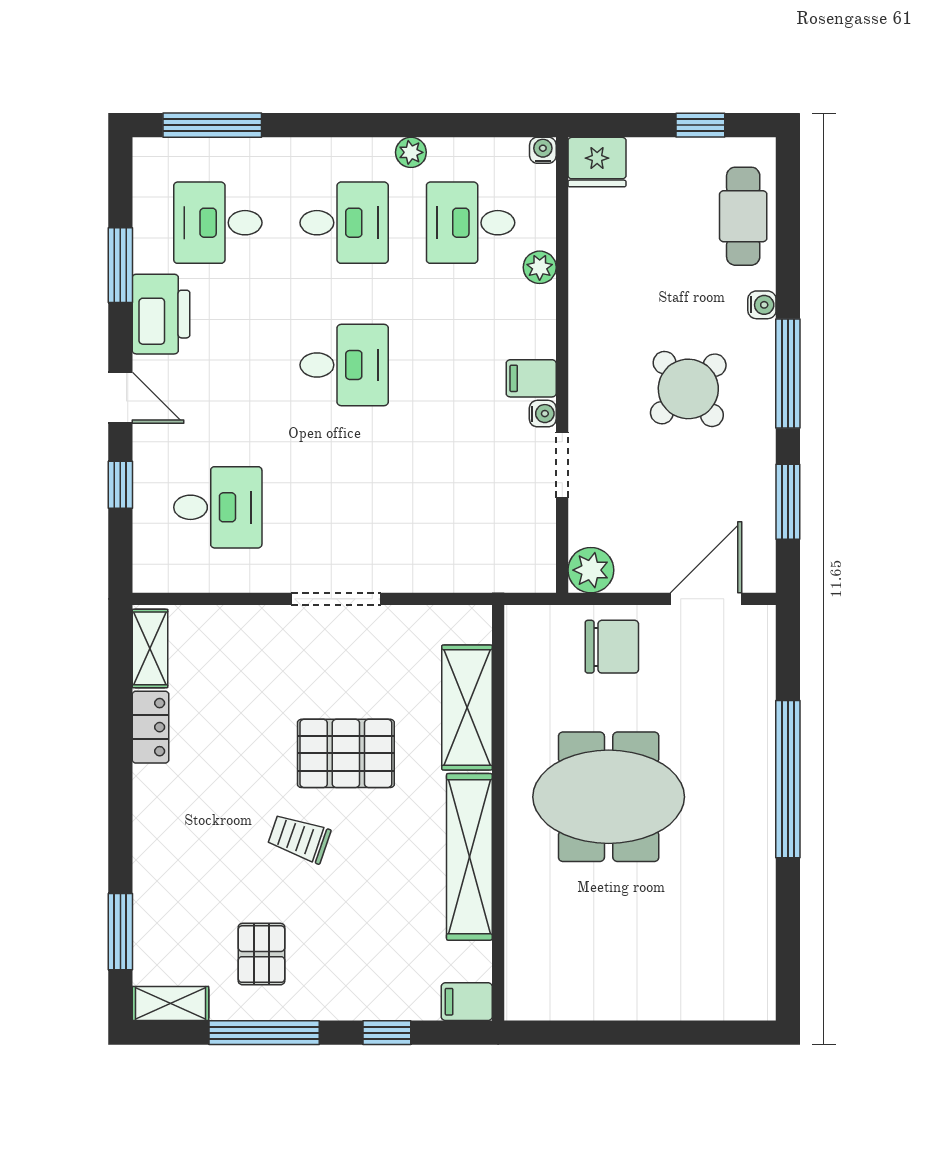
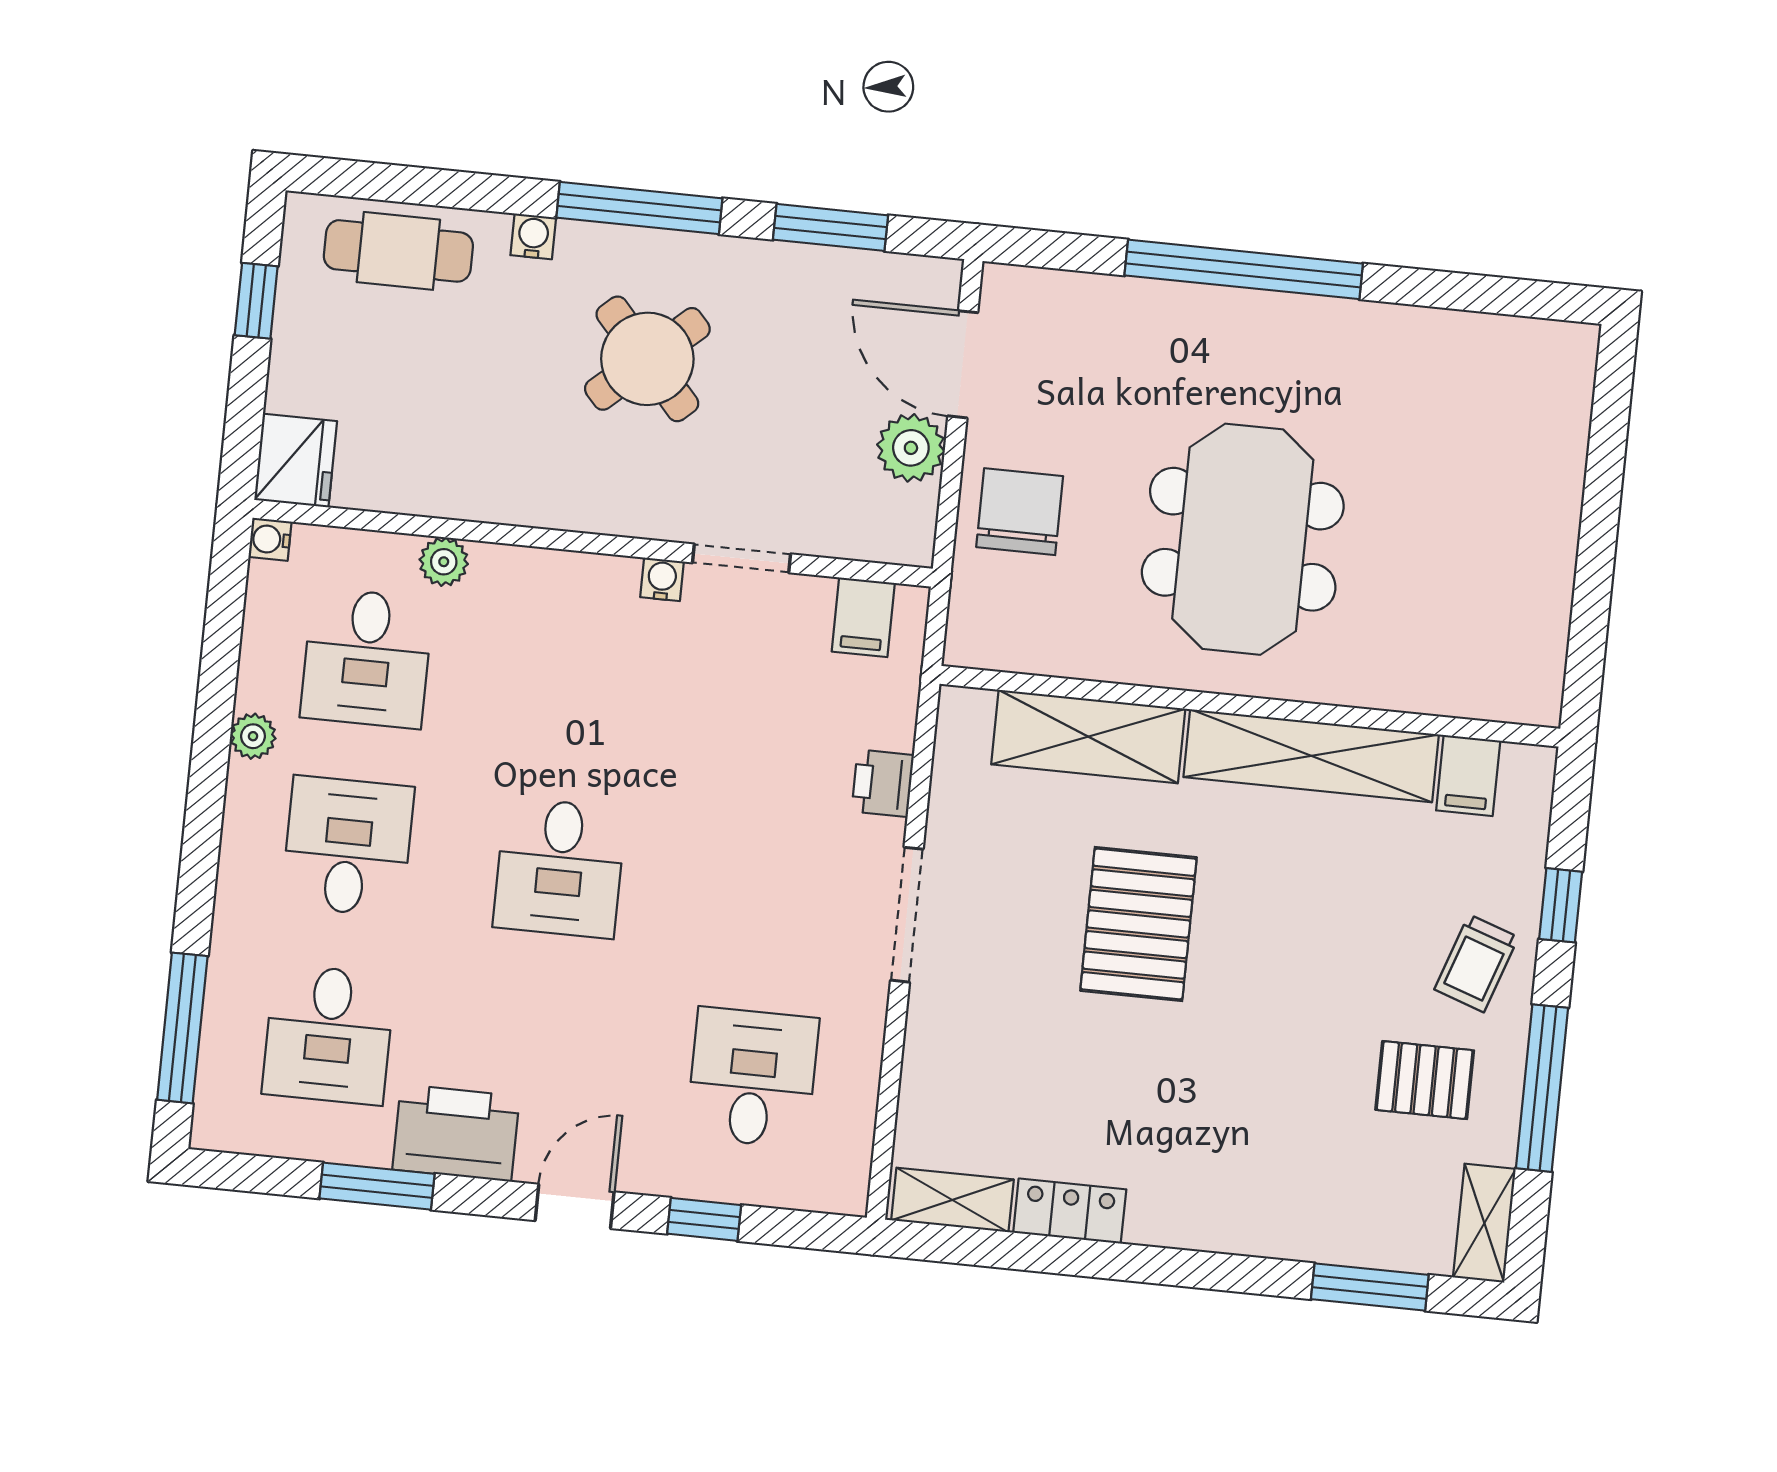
desk: (344, 365) -> (560, 868), turned 180
filing cabinet: (531, 378) -> (863, 617), moved
plant: (591, 570) -> (911, 448), moved
printer: (422, 574) -> (883, 783), added
trolley: (299, 838) -> (1476, 963), moved
filing cabinet: (467, 1002) -> (1468, 776), moved

